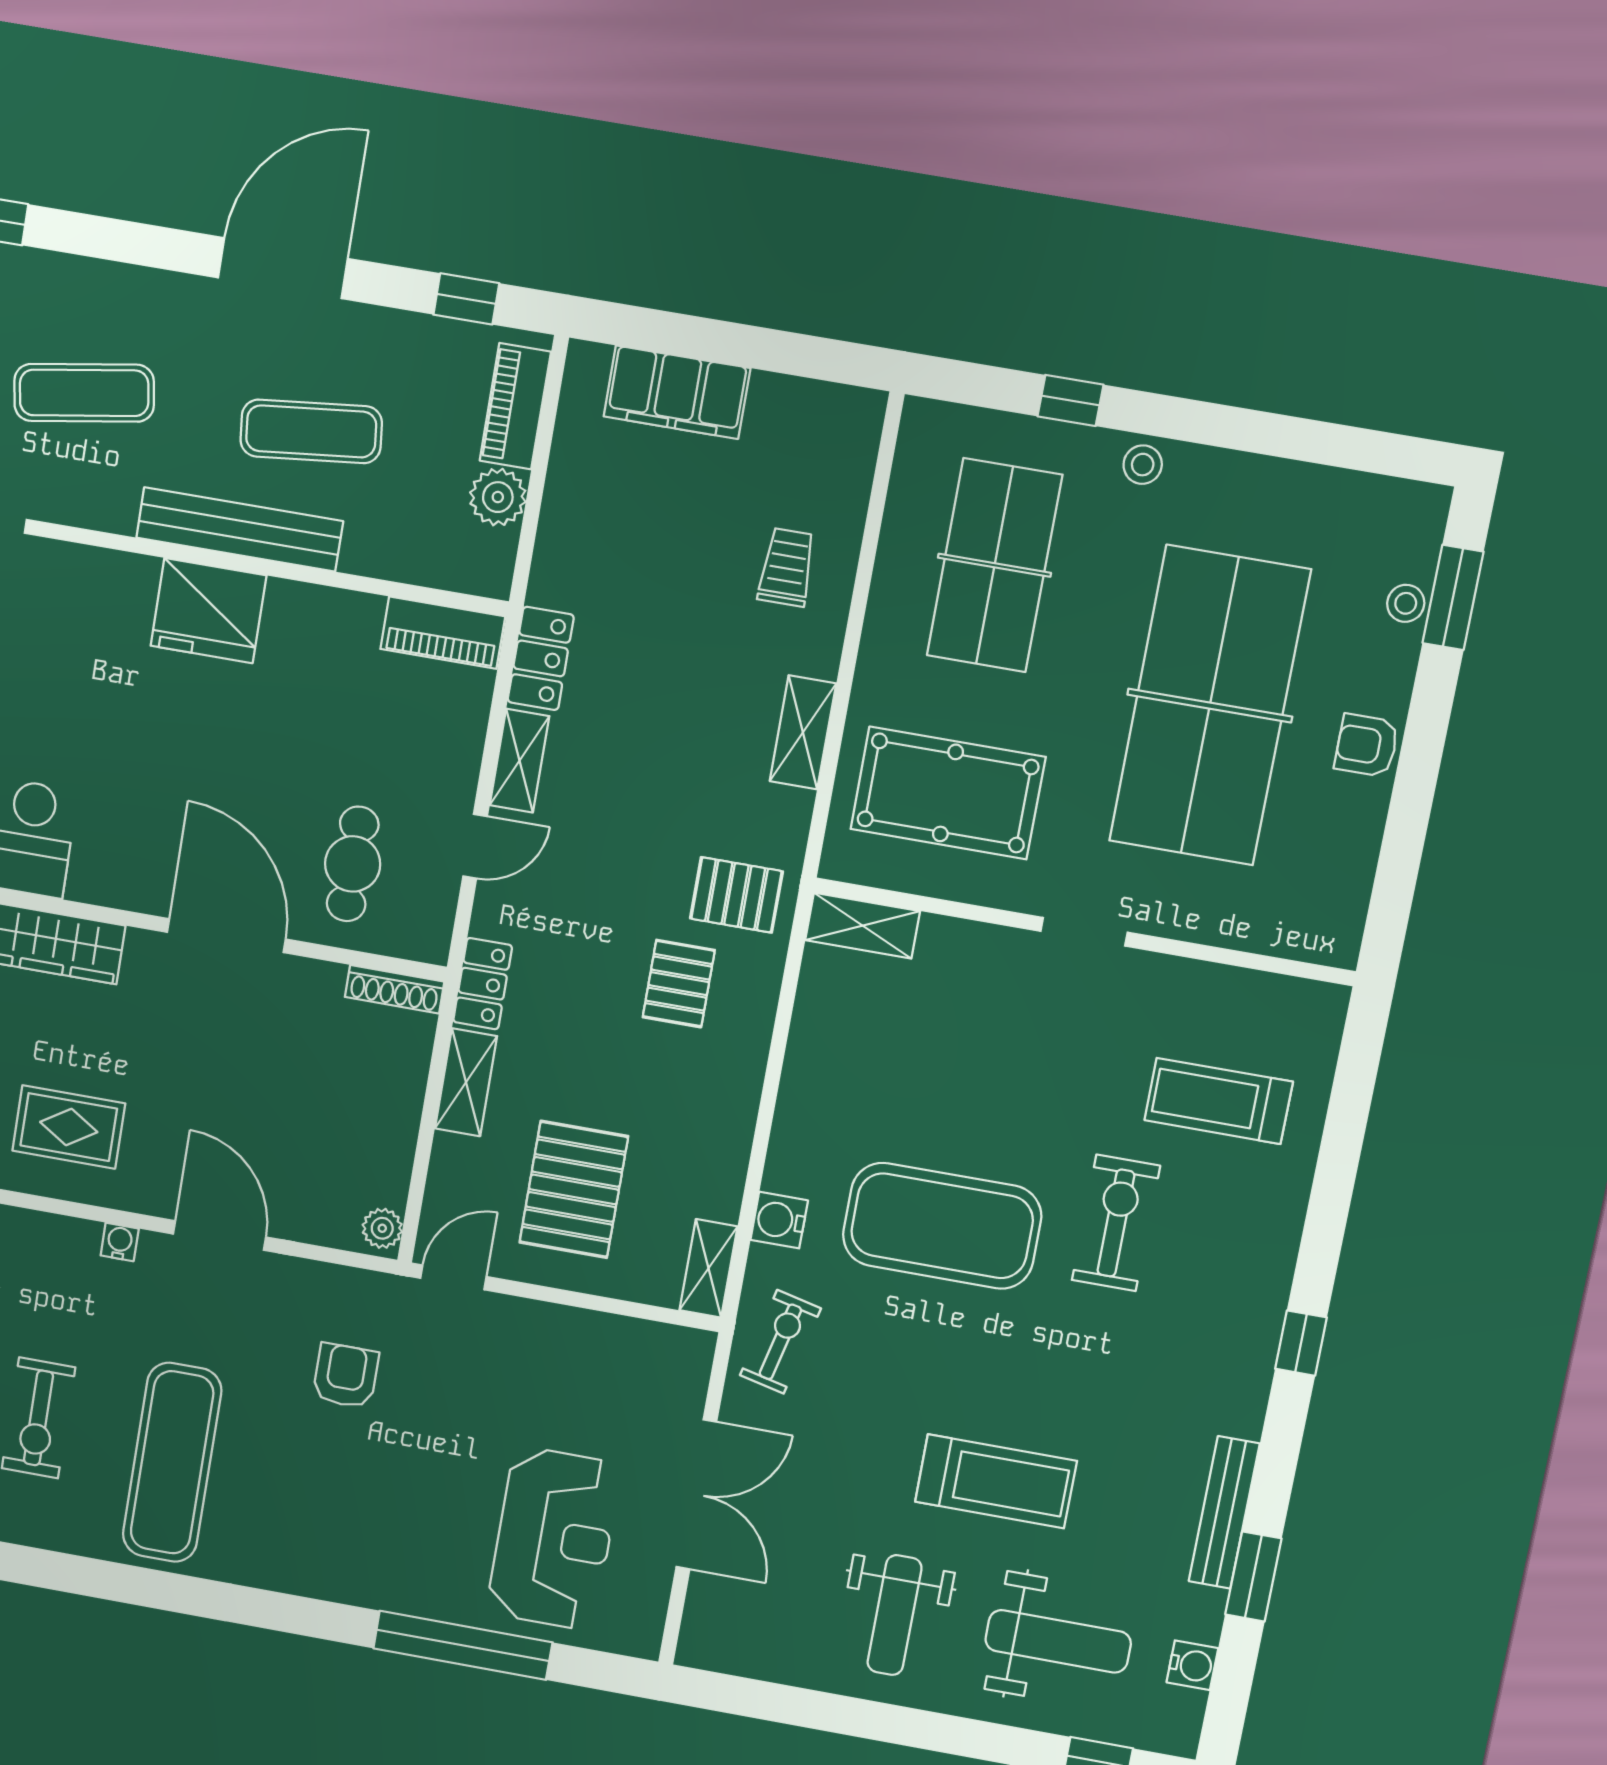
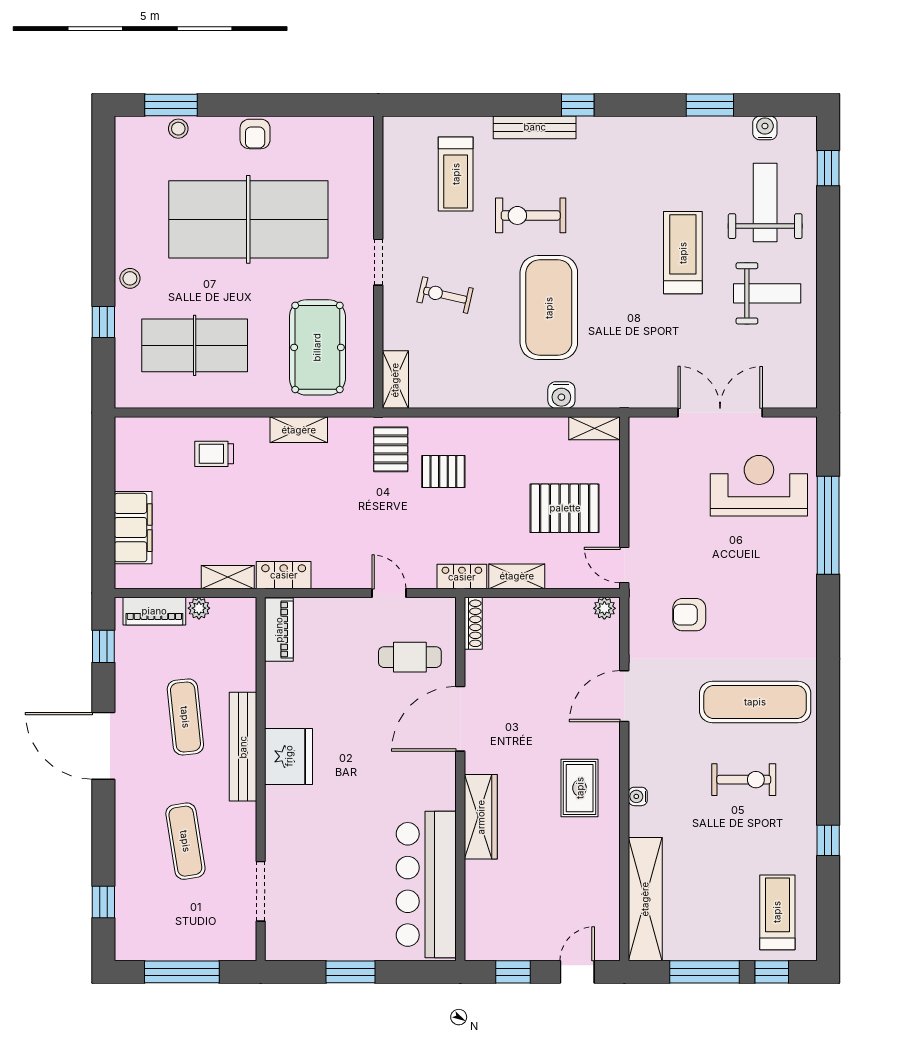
plant: (498, 497) -> (199, 608), width x0.73, depth x0.73
shelving: (520, 761) -> (228, 577), moved
water cooler: (120, 1242) -> (638, 796), moved
exercise bike: (780, 1342) -> (445, 295), moved
bench: (1224, 1512) -> (535, 127), moved

